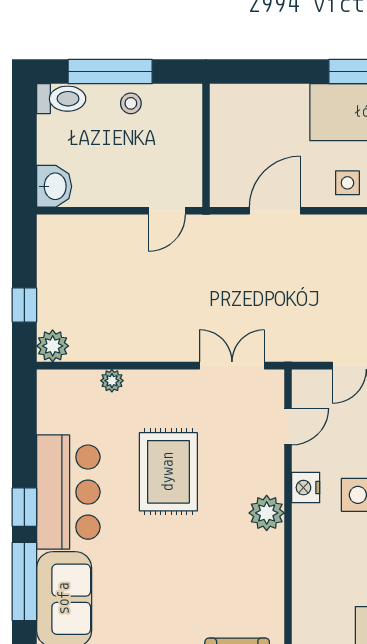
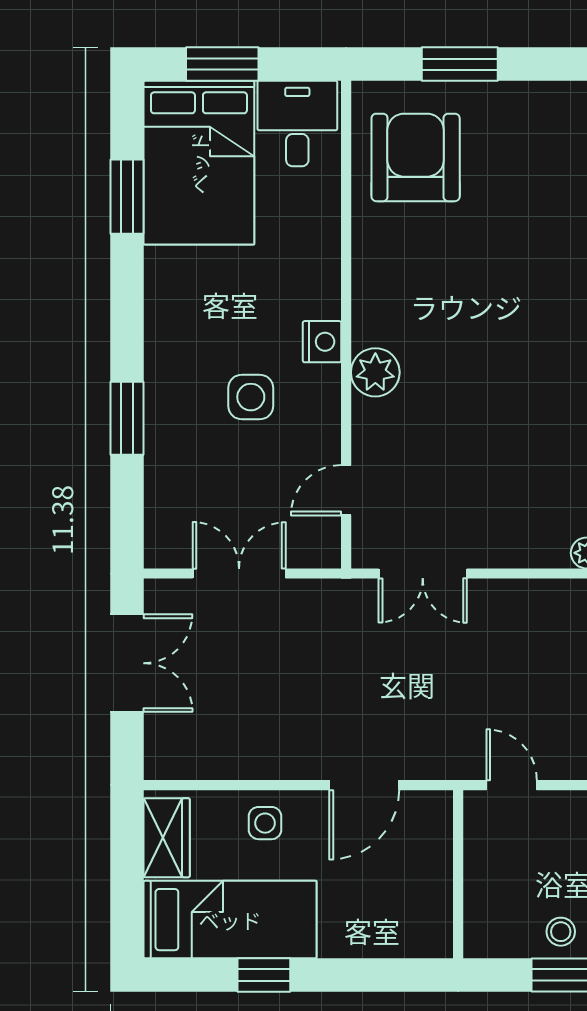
door: (167, 211) -> (512, 785), hinge flipped
rug: (168, 472) -> (509, 429), removed
nightstand: (306, 488) -> (322, 342), moved

